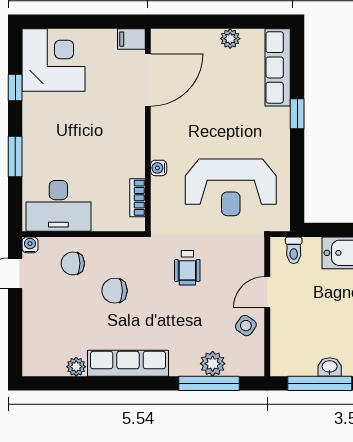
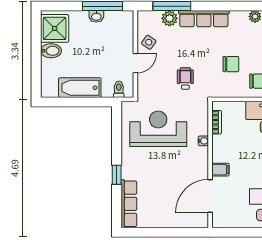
filing cabinet: (131, 39) -> (220, 170), moved
plant: (230, 39) -> (159, 222), removed
row of seats: (128, 363) -> (204, 19), moved

